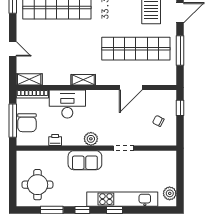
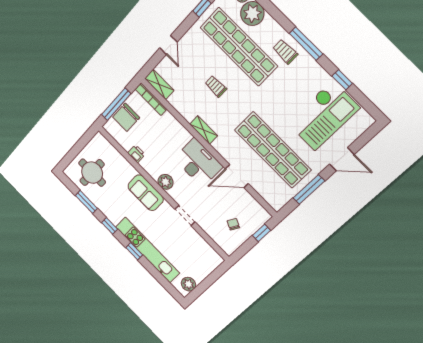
trolley: (65, 45) -> (216, 86), added
desk: (67, 104) -> (198, 163), moved

